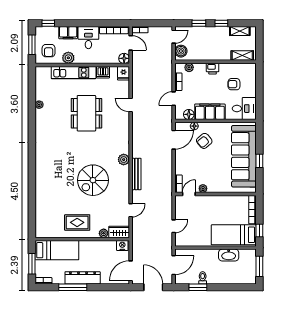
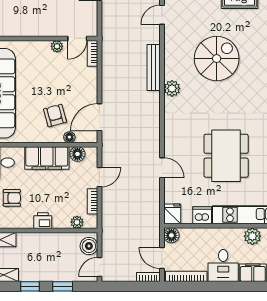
armchair: (204, 141) -> (55, 116), turned -65

